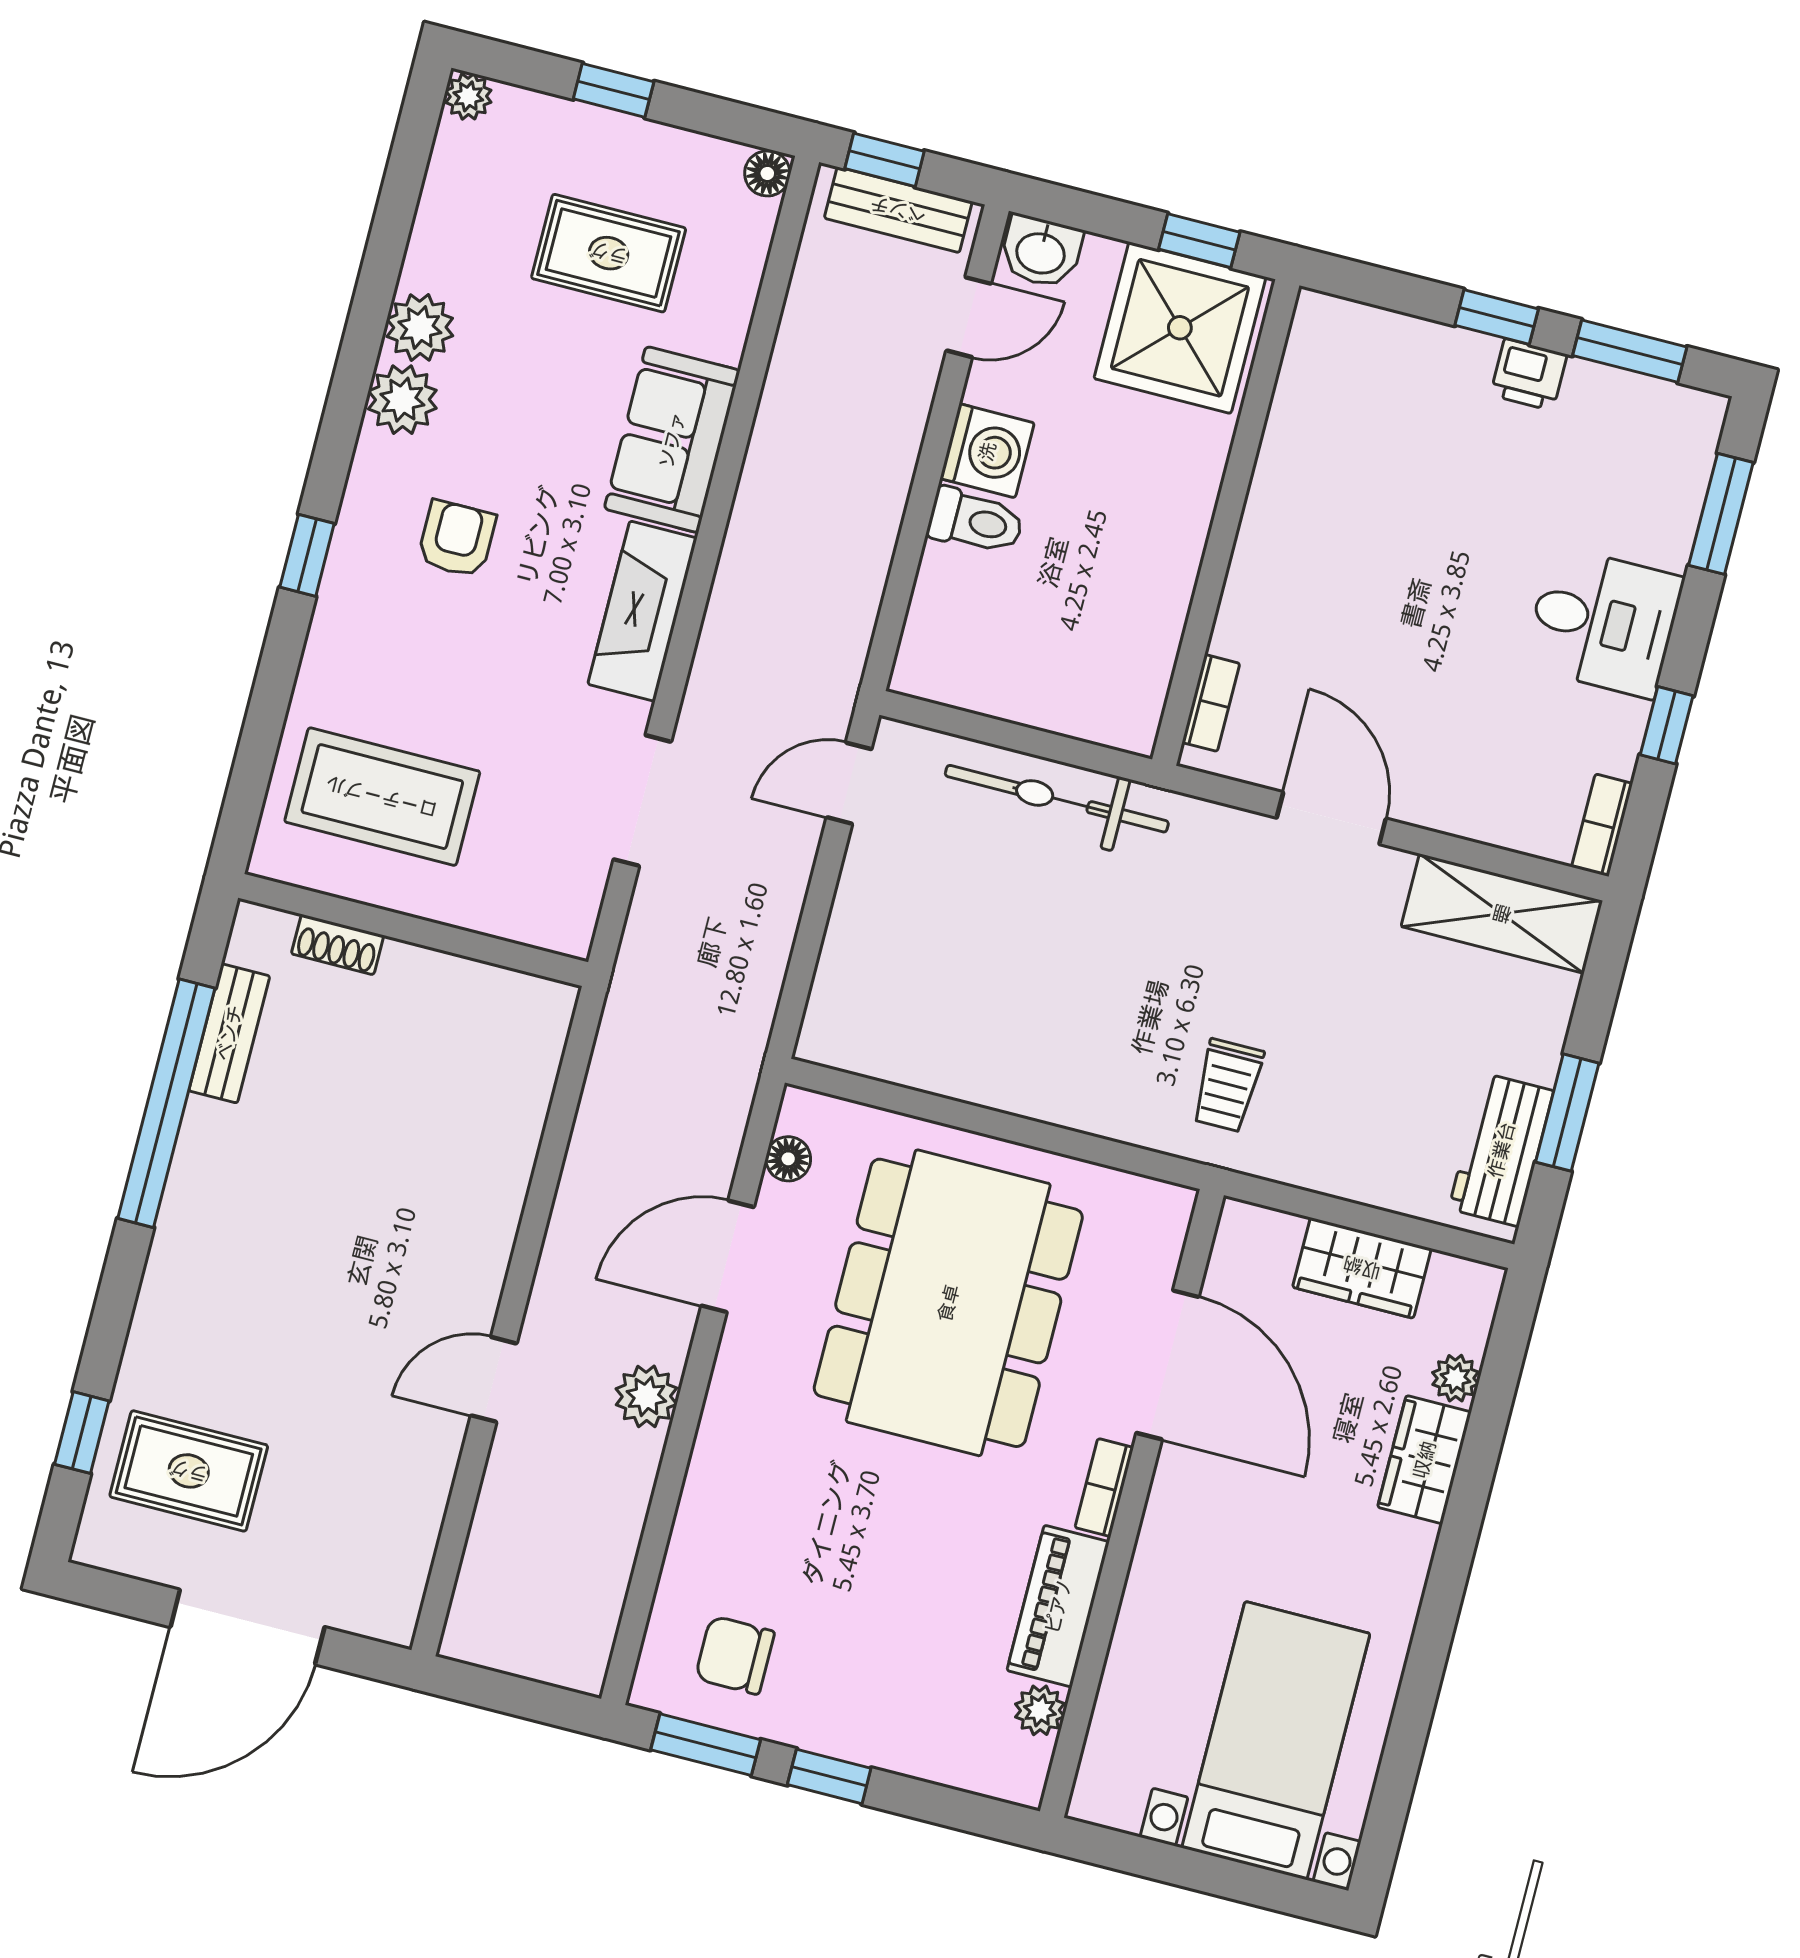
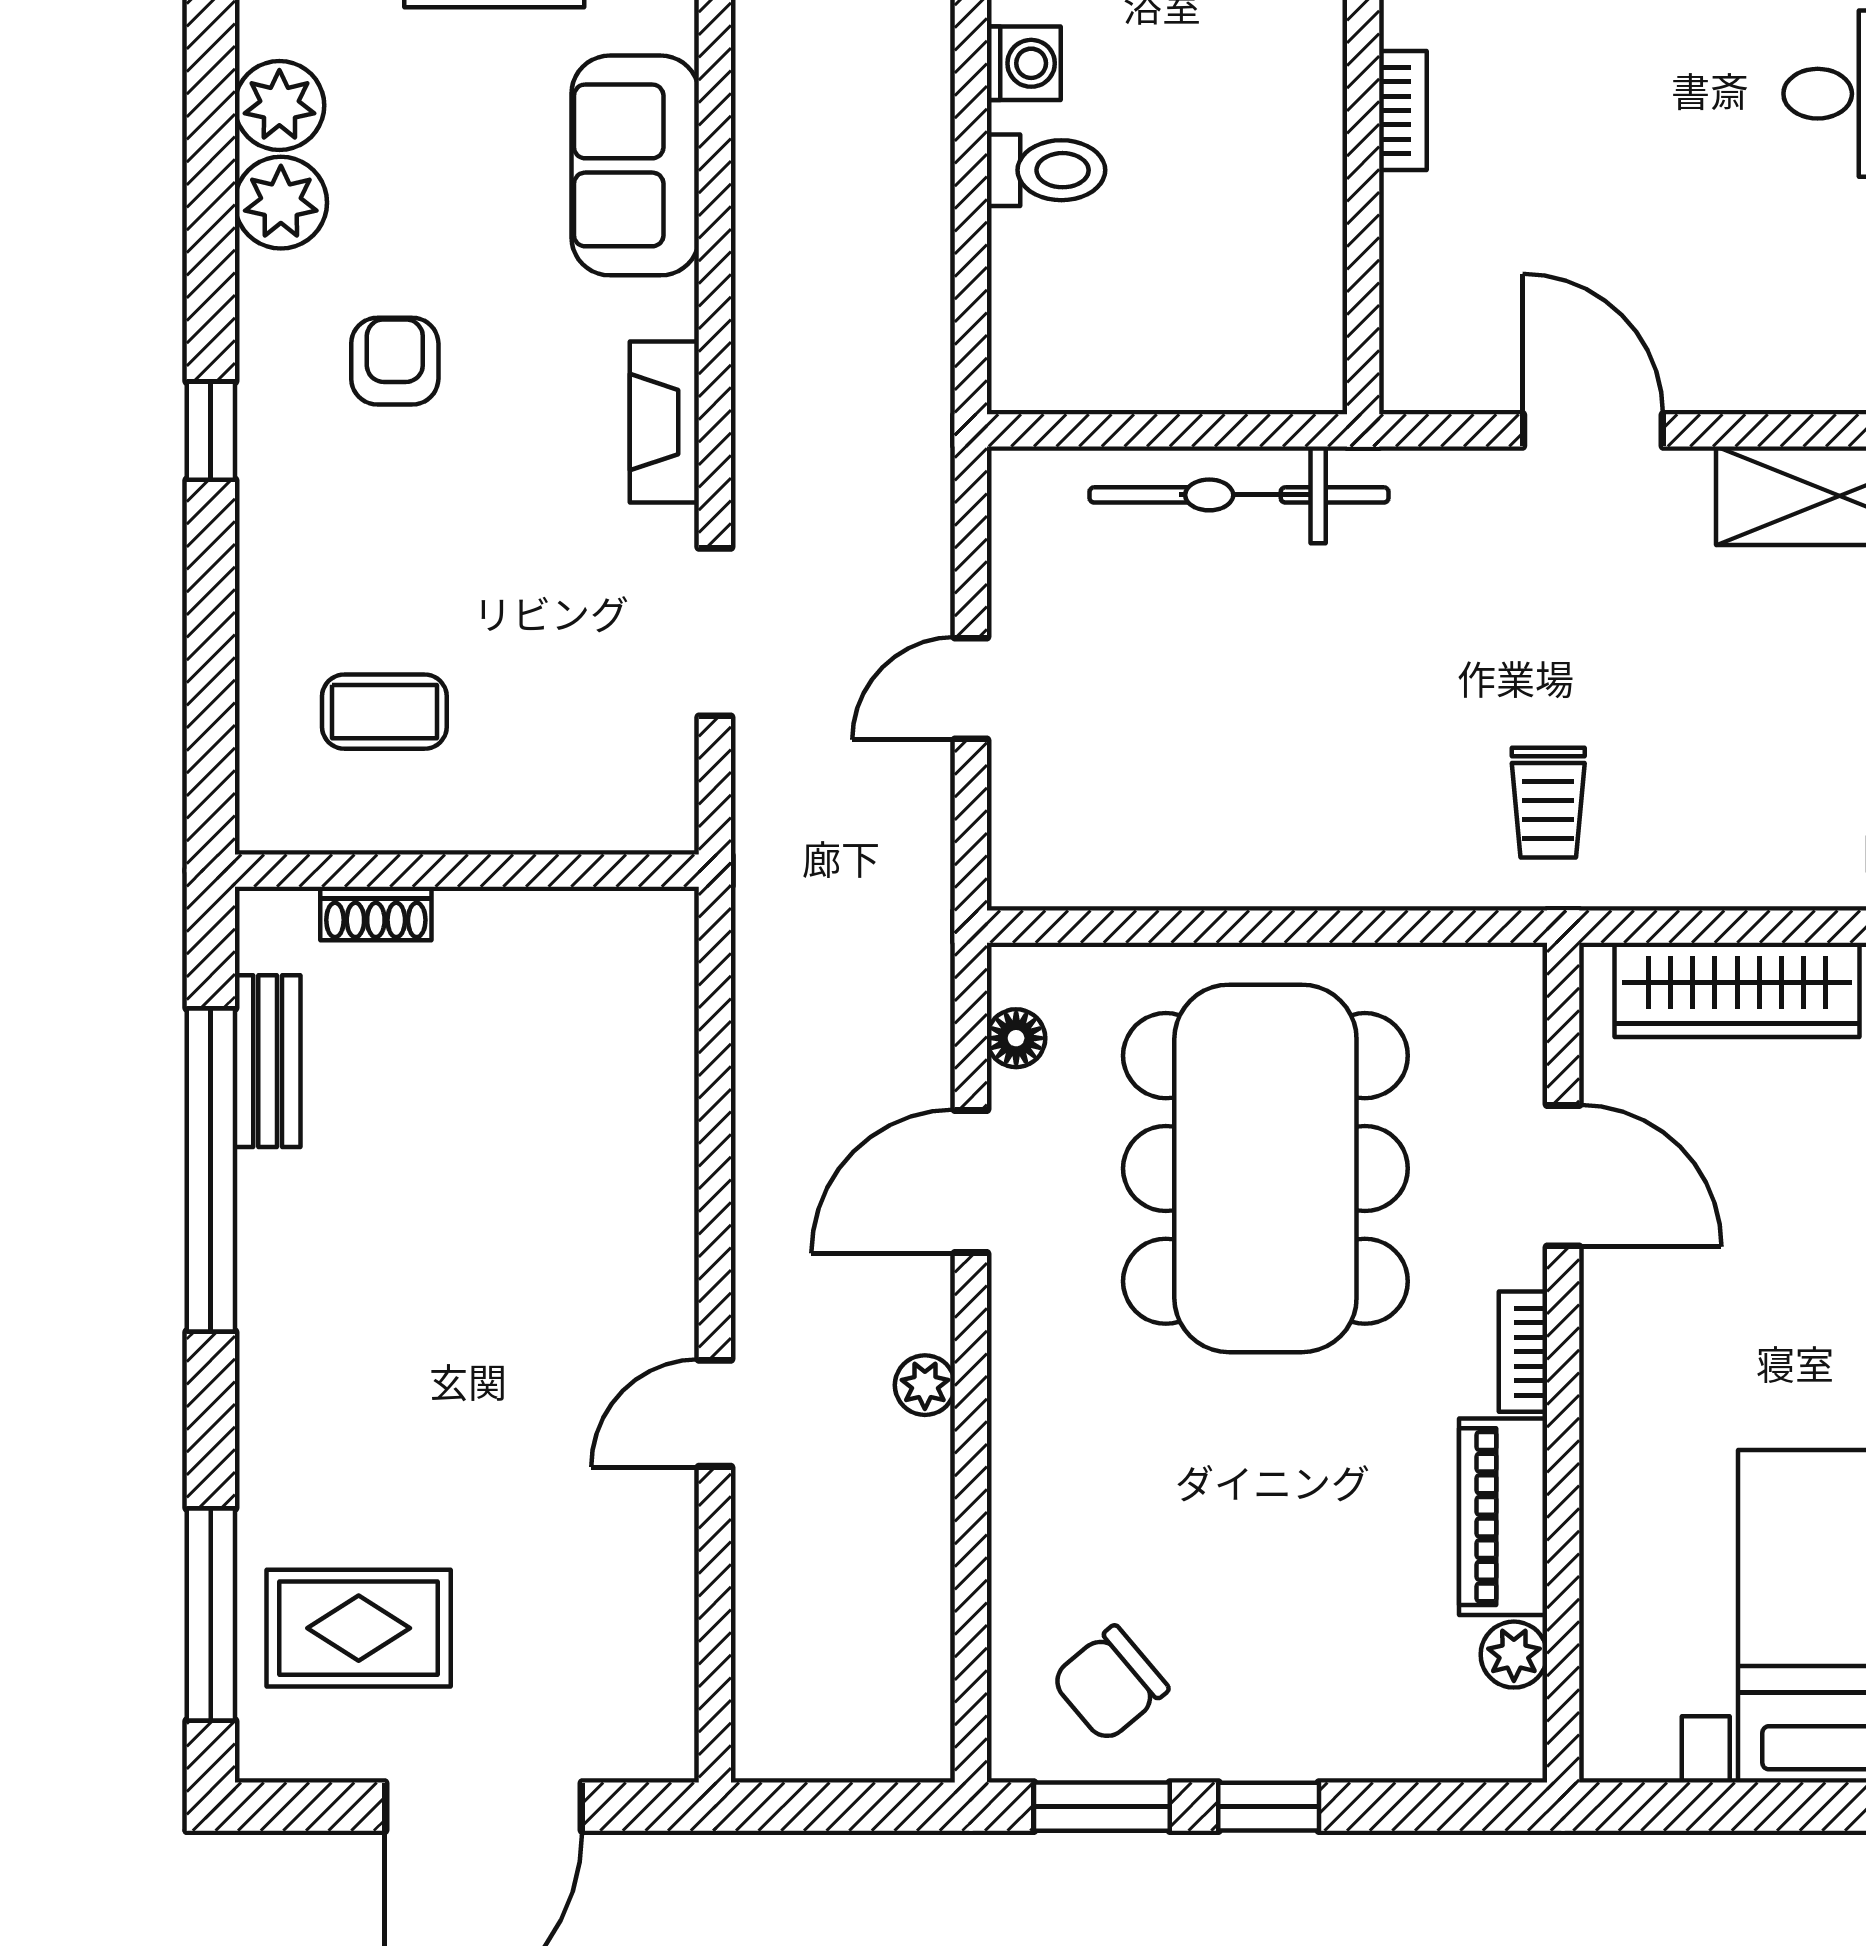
washing machine: (987, 451) -> (1024, 63), width x0.73, depth x0.73
fireplace: (642, 611) -> (664, 422), width x0.73, depth x0.76
bookcase: (1211, 703) -> (1403, 111), moved
door: (849, 783) -> (971, 689), moved
coffee table: (382, 797) -> (384, 712), width x0.54, depth x0.58
wardrobe: (1362, 1268) -> (1737, 990), width x1.50
door: (1167, 1365) -> (1563, 1176), width x0.73
plant: (646, 1396) -> (925, 1385), width x0.73, depth x0.73
window: (82, 1433) -> (211, 1614), width x2.17
chair: (735, 1655) -> (1110, 1684), turned -40

